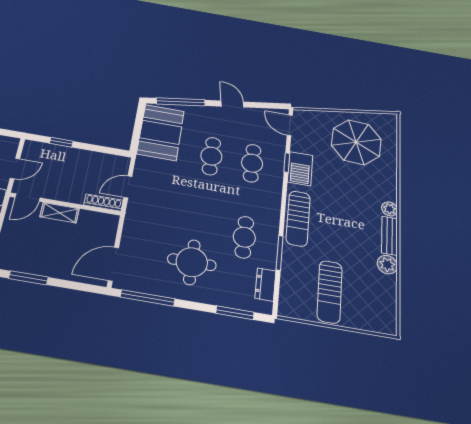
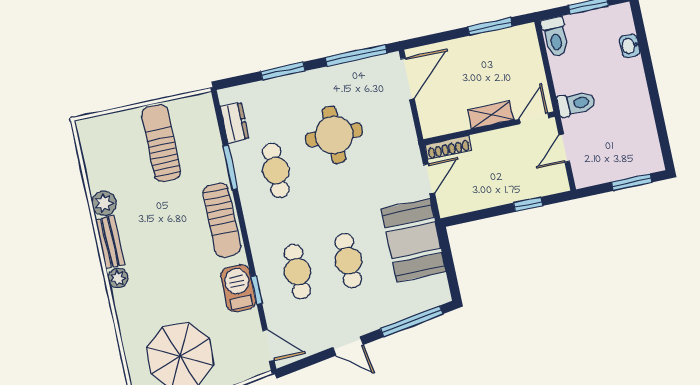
booth: (161, 132) -> (414, 240), moved
sun lounger: (298, 218) -> (222, 220), turned 180
round table: (192, 262) -> (334, 135), moved
window: (235, 313) -> (283, 71), moved

